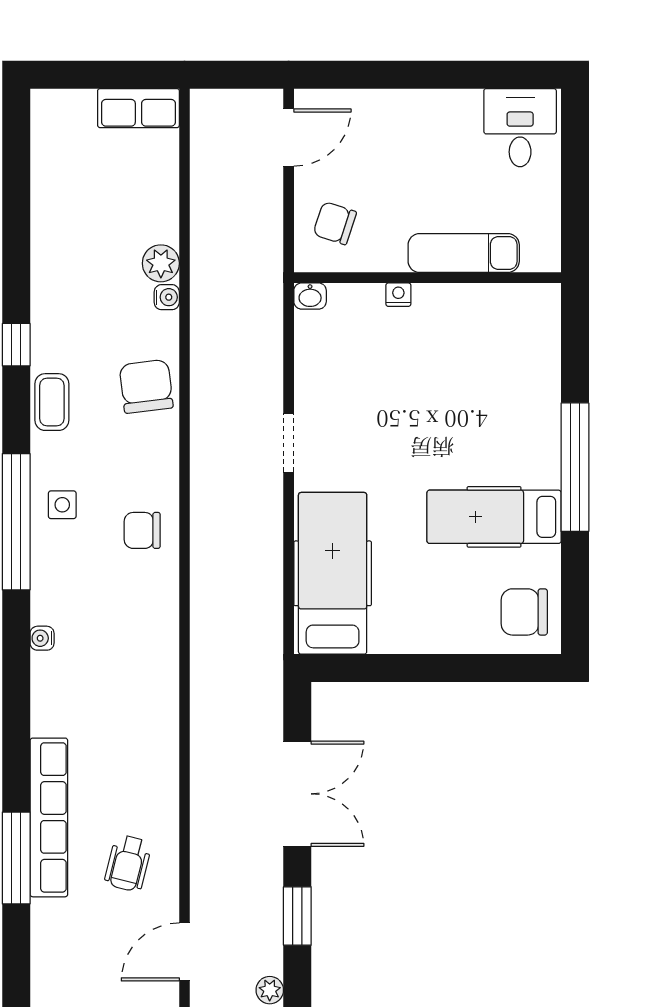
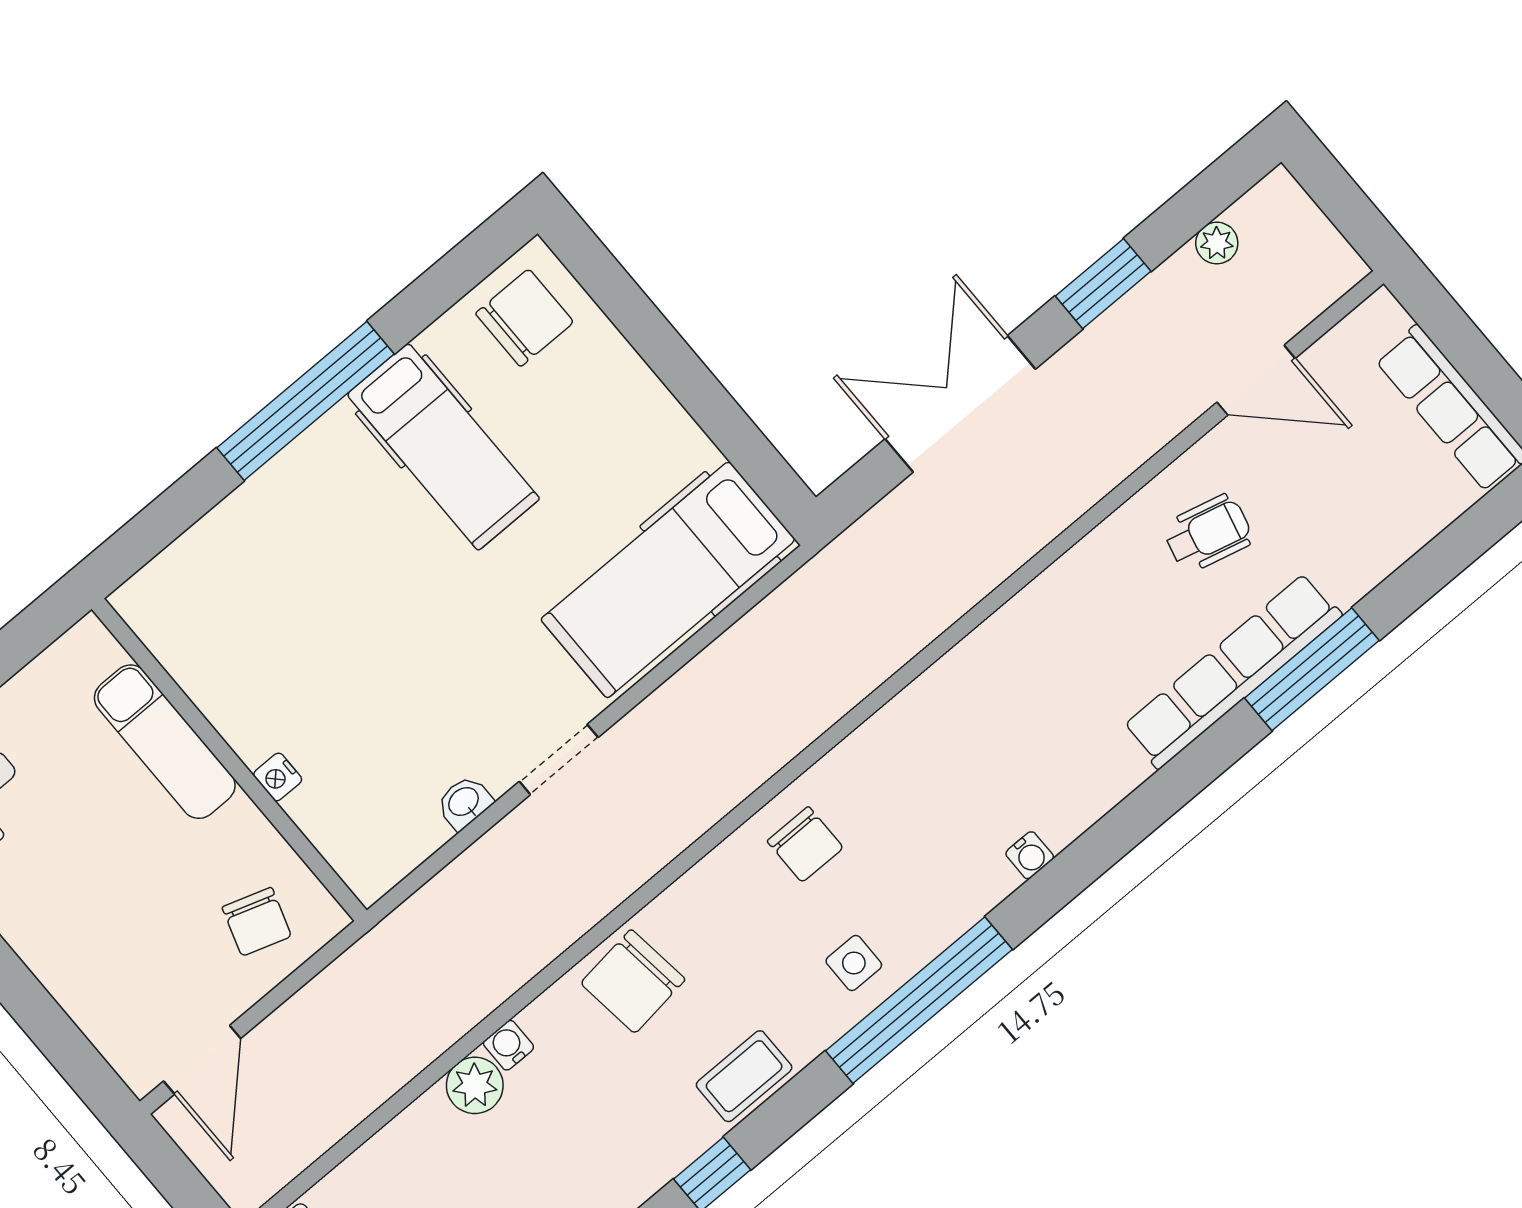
door: (289, 138) -> (202, 1060), swing flipped
washbasin: (310, 296) -> (464, 802), moved, turned -90
chair: (524, 612) -> (525, 318), turned -90

